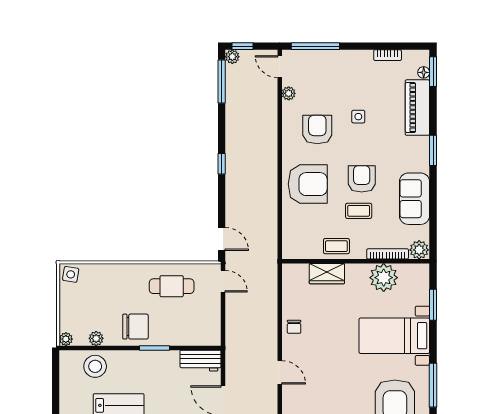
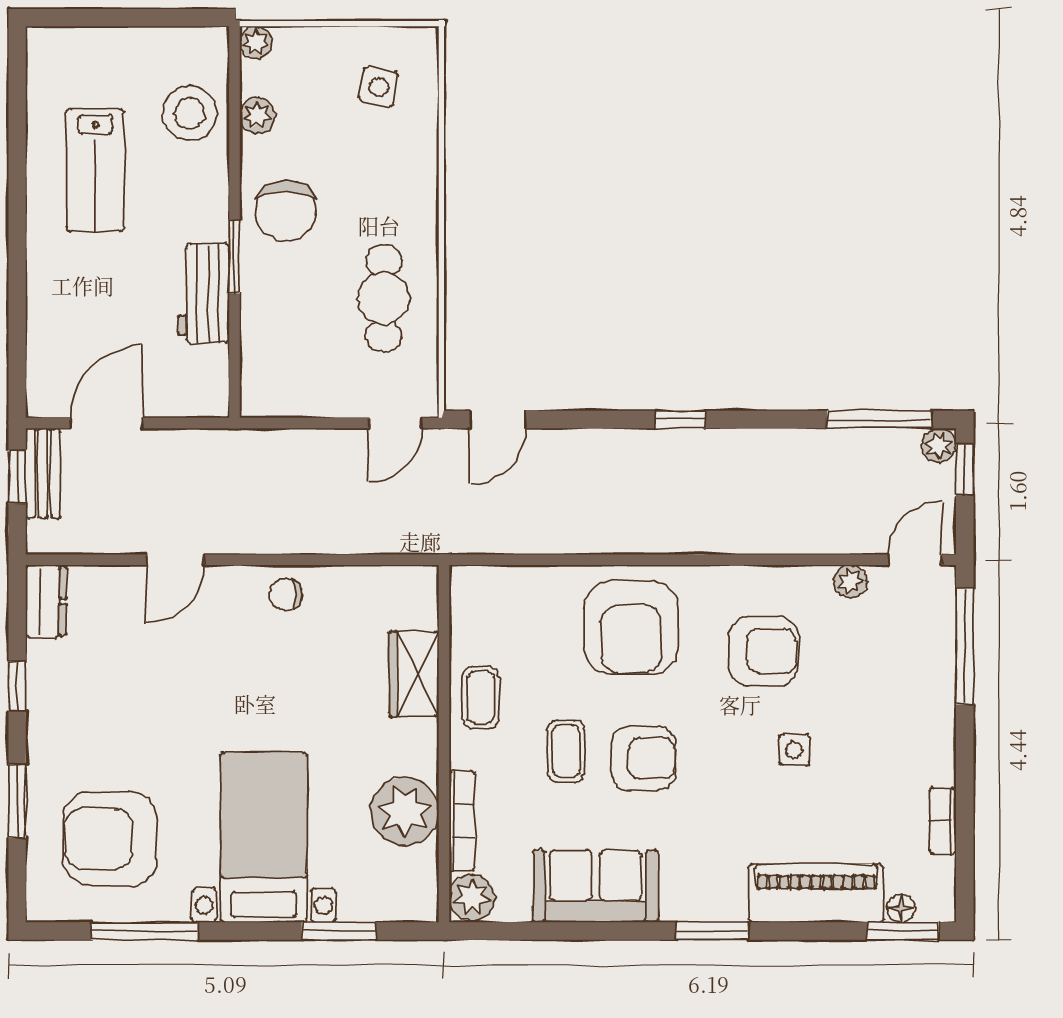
side table: (71, 274) -> (379, 87), moved
workbench: (201, 361) -> (204, 293), moved

